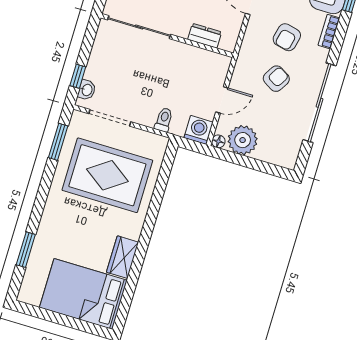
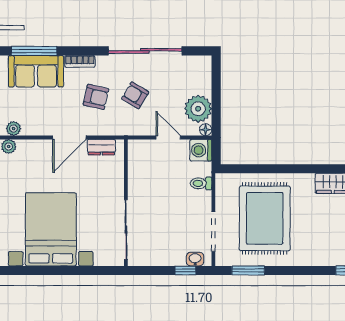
dresser: (205, 36) -> (101, 147), moved, turned -90

